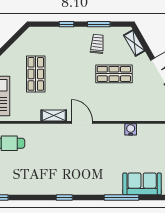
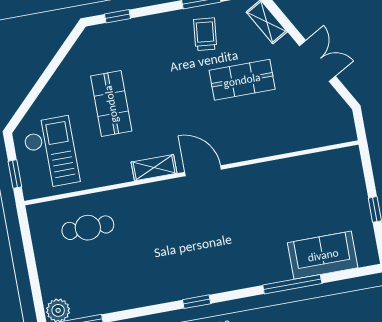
window: (67, 24) -> (118, 16), moved
water cooler: (131, 129) -> (287, 168), removed

